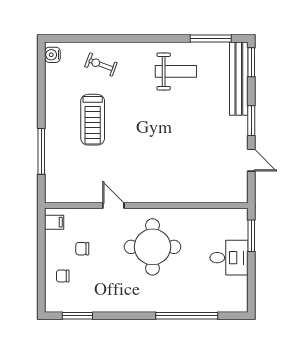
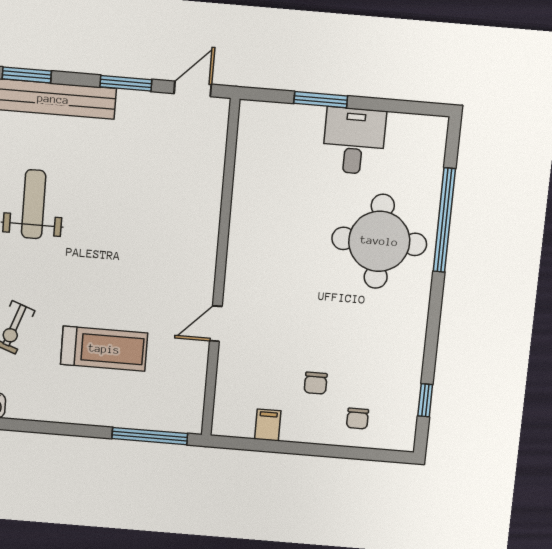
door: (113, 206) -> (216, 324), moved
wall: (146, 206) -> (221, 269), moved
round table: (153, 247) -> (379, 241), moved
window: (77, 316) -> (425, 400), width x0.67

